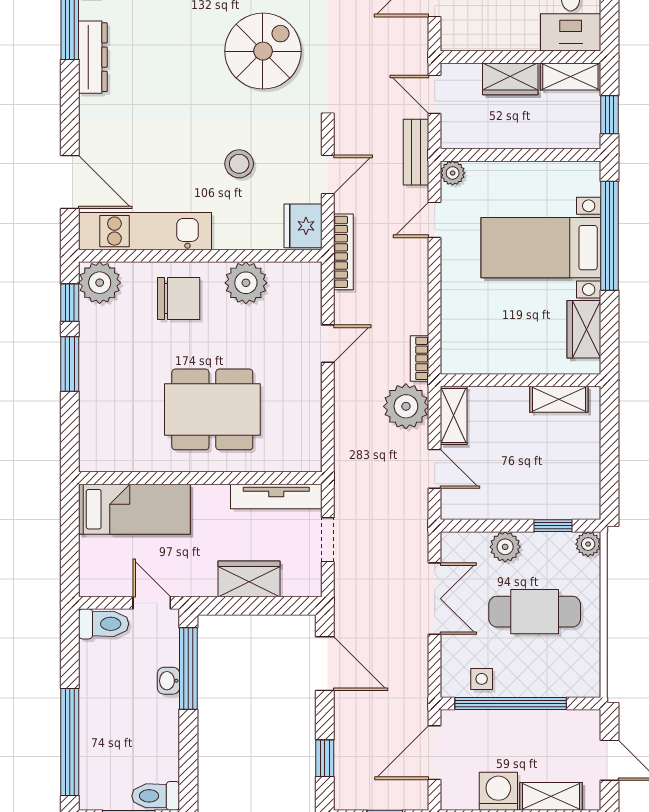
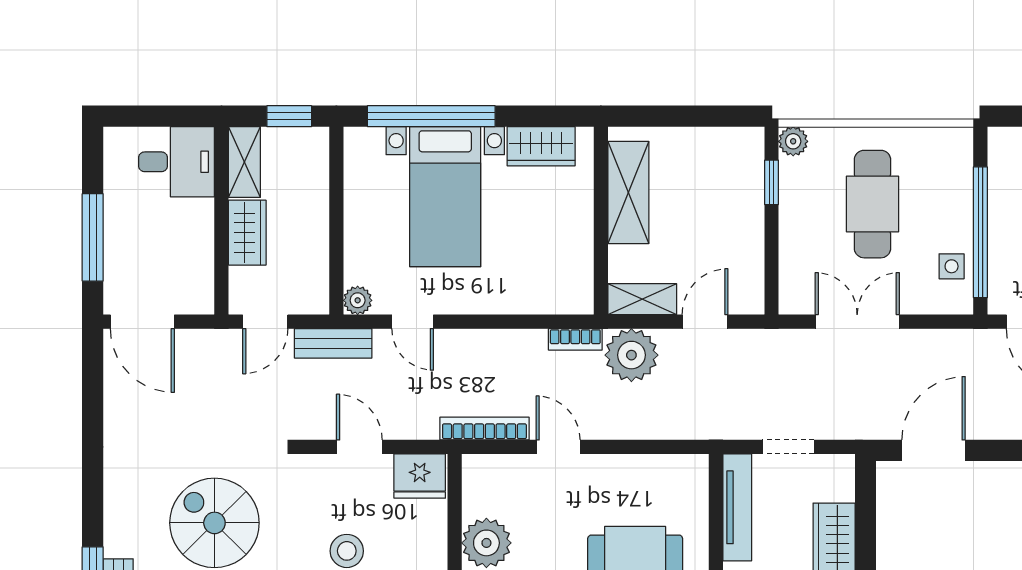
bookcase: (343, 252) -> (484, 429), moved
shelving: (559, 399) -> (628, 193), width x1.50, depth x1.33
plant: (505, 547) -> (796, 239), removed

